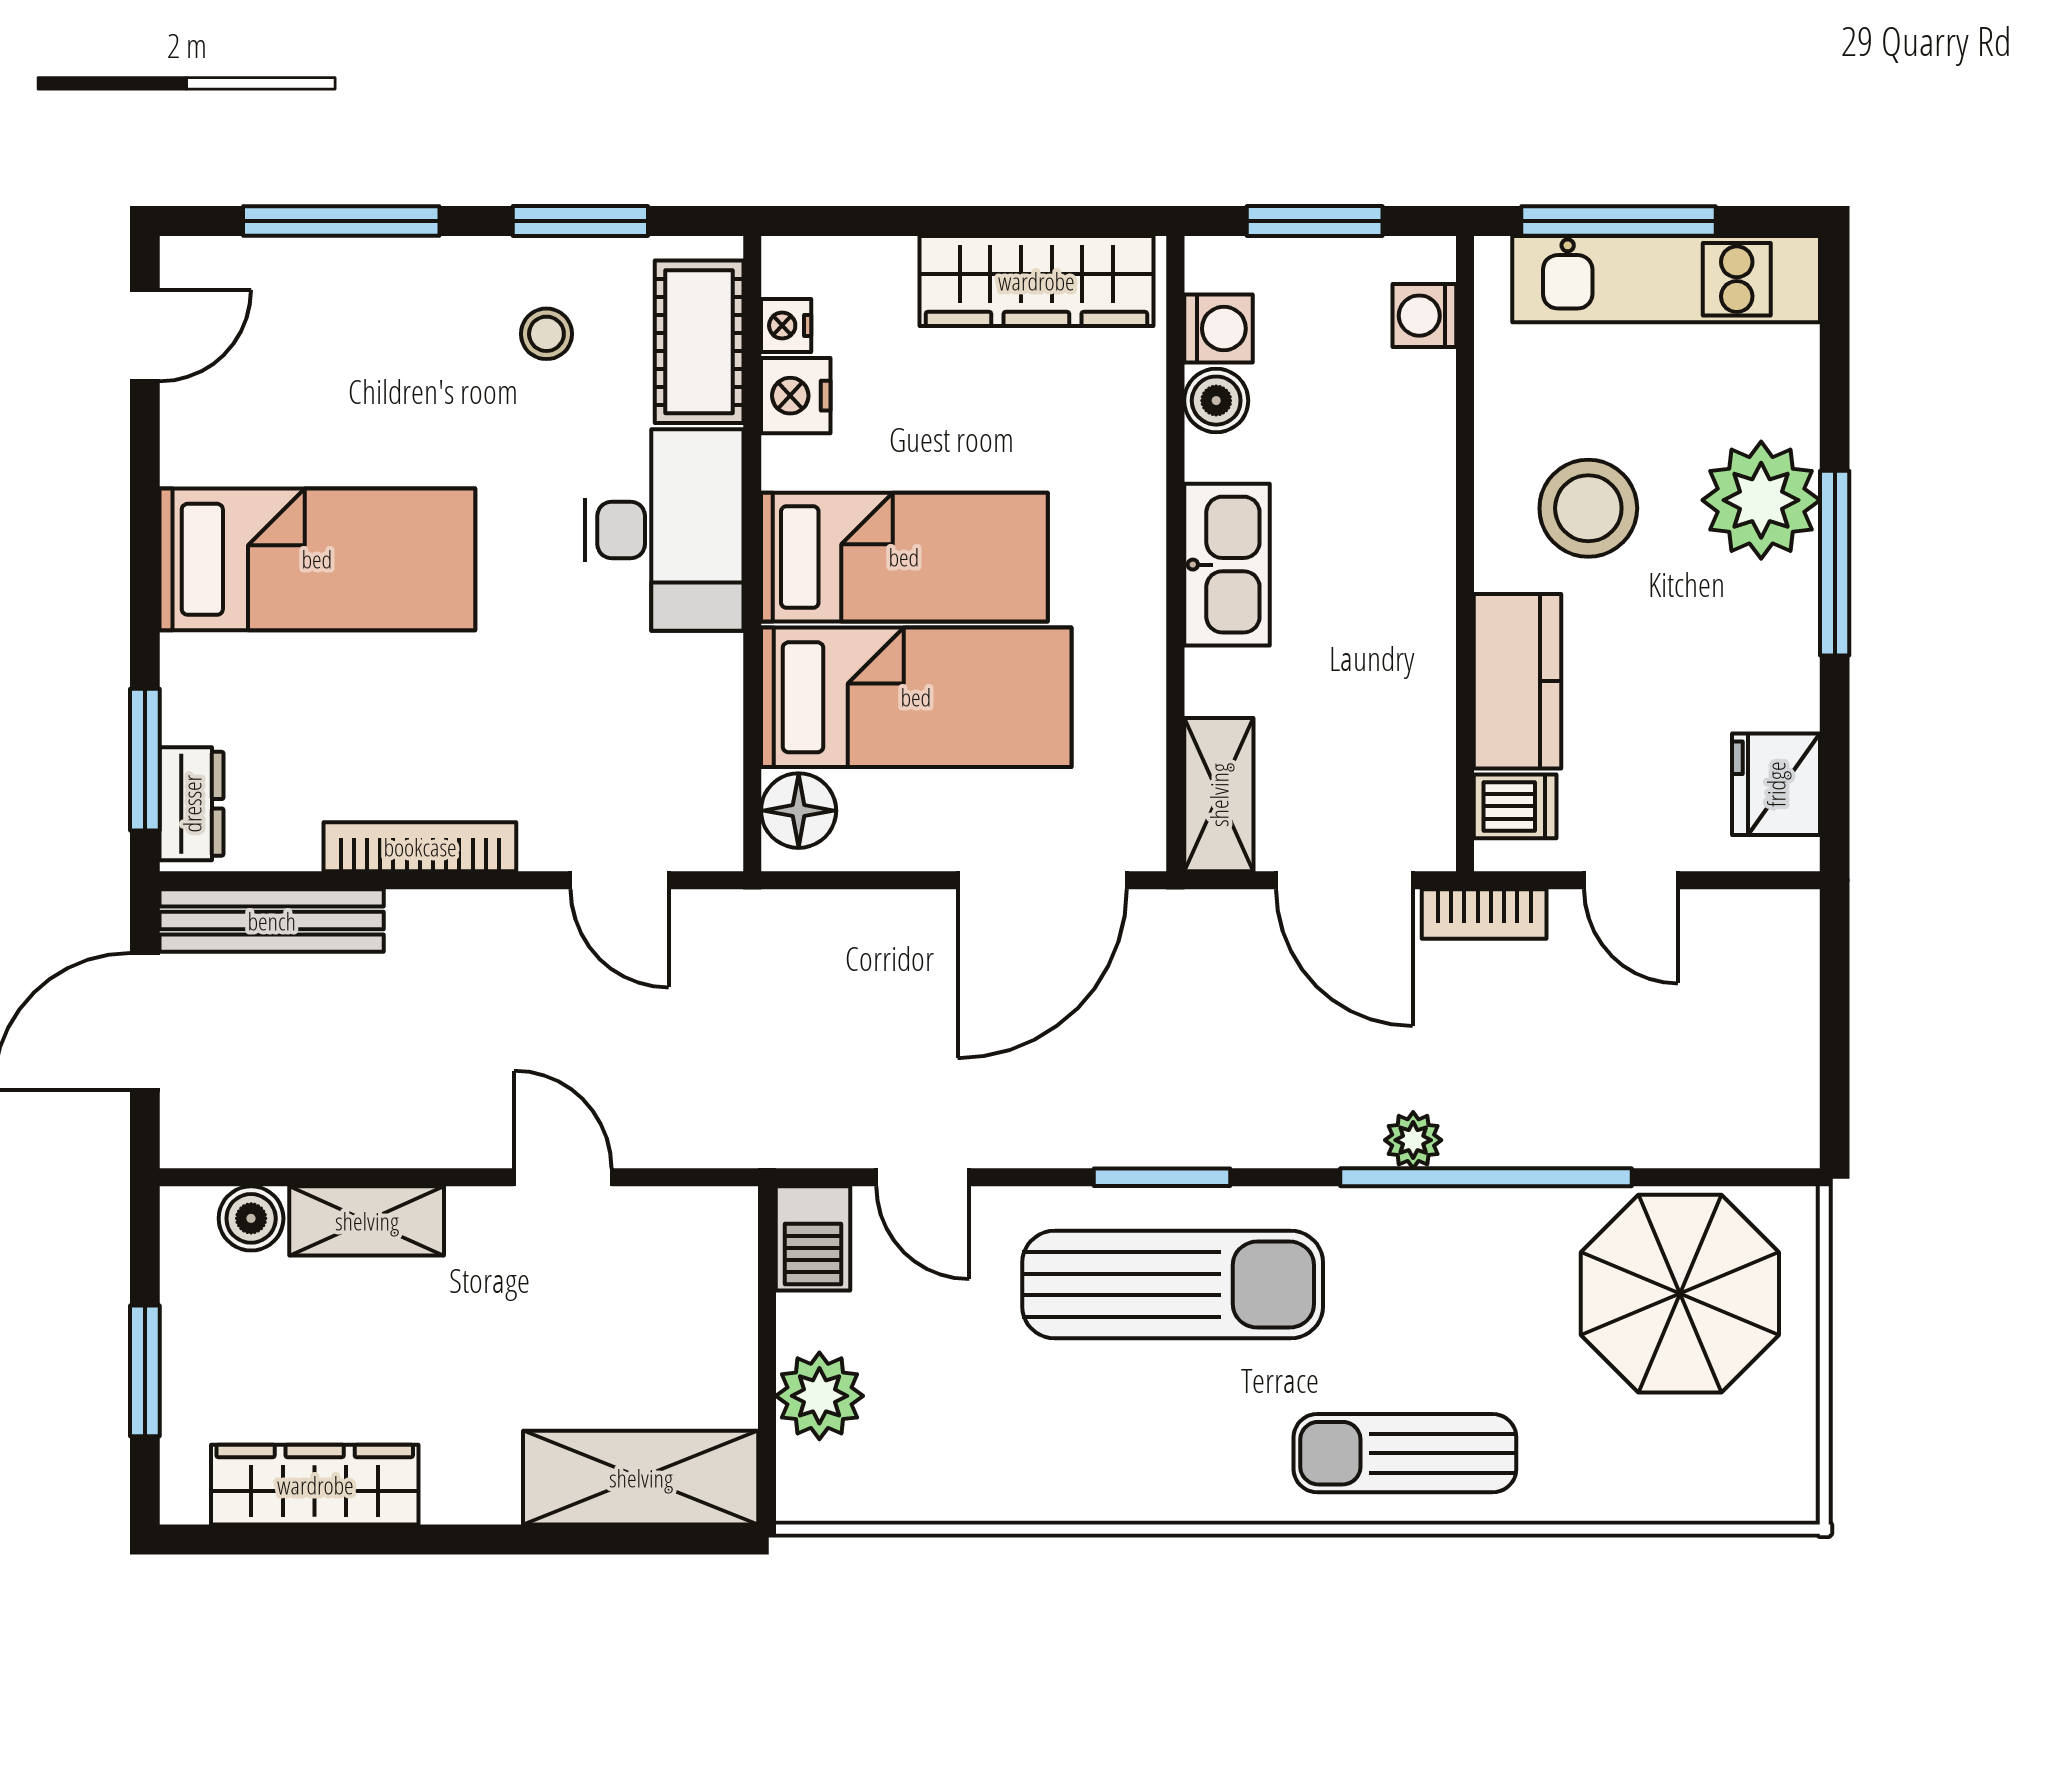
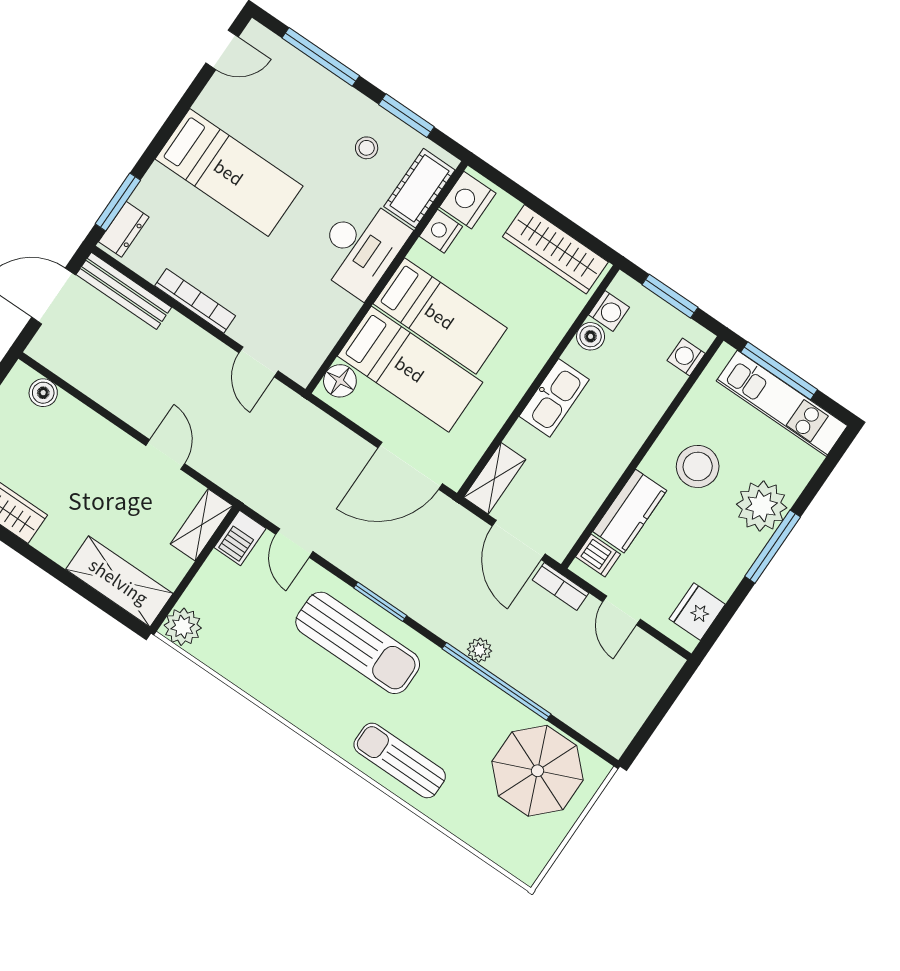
nightstand: (786, 325) -> (468, 200), width x1.89, depth x1.79
shelving: (367, 1221) -> (202, 525), moved, turned 90
plant: (819, 1396) -> (183, 627), moved

